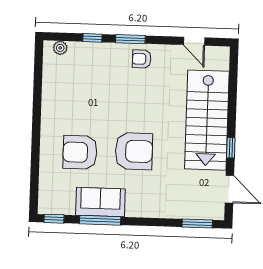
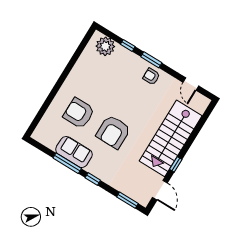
plant: (60, 48) -> (105, 46), width x1.87, depth x1.87
armchair: (134, 151) -> (113, 132), turned 90
window: (54, 219) -> (93, 179), moved

